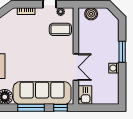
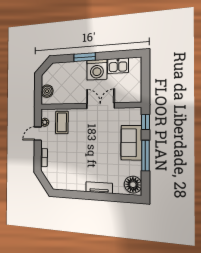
washing machine: (114, 68) -> (97, 70), width x1.89, depth x1.89
sofa: (42, 93) -> (131, 143), width x0.54, depth x0.79
kitchen sink: (85, 95) -> (118, 66), moved, turned 180

